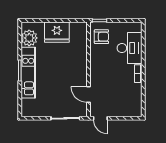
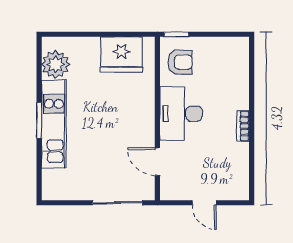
fridge: (57, 32) -> (121, 54), moved
desk: (130, 48) -> (181, 114), moved, turned 180
door: (100, 118) -> (204, 203), moved

